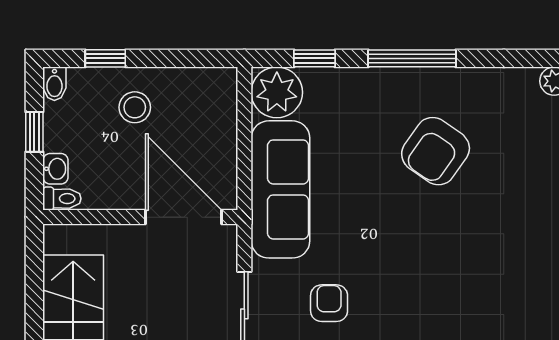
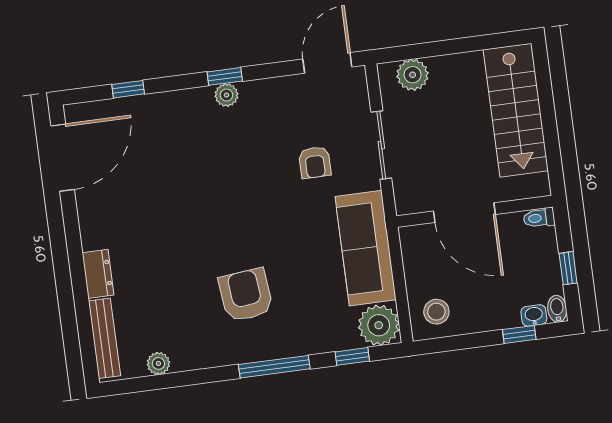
stool: (135, 107) -> (436, 312), moved
armchair: (436, 151) -> (246, 295), turned -41
washbasin: (55, 169) -> (534, 315), moved, turned 90
door: (184, 217) -> (464, 213), moved

